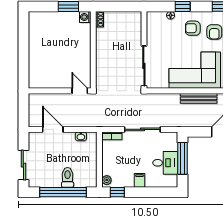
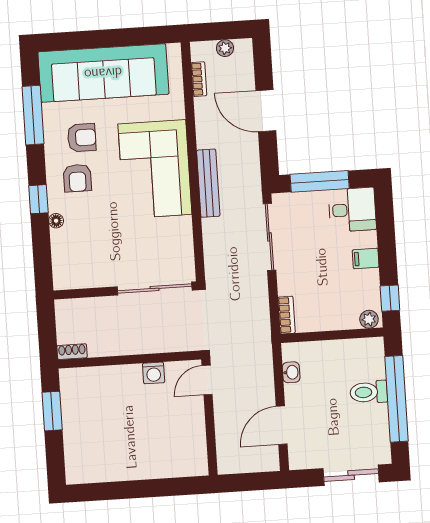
washing machine: (85, 17) -> (154, 373), moved
wall: (144, 50) -> (125, 290), moved
sliding door: (144, 66) -> (155, 288), moved
bench: (199, 98) -> (208, 183), moved
sliding door: (142, 129) -> (269, 237), moved
desk: (165, 163) -> (352, 210), moved, turned 90

